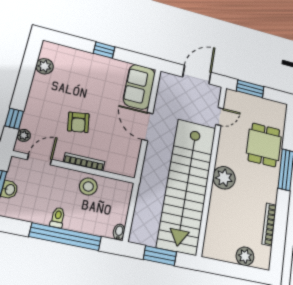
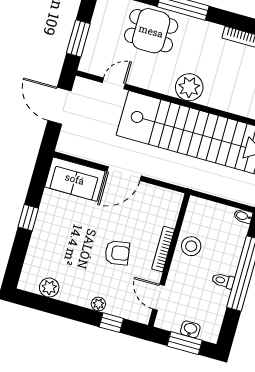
door: (220, 116) -> (114, 83), hinge flipped
plant: (24, 135) -> (98, 304), moved

